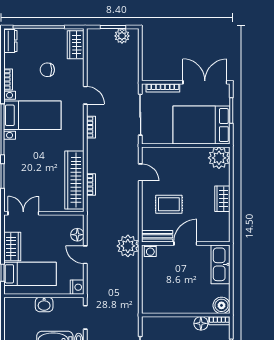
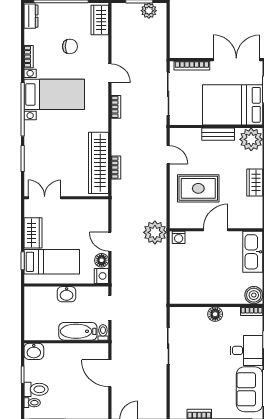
chair: (47, 70) -> (70, 46), turned 180
rug: (169, 204) -> (198, 188), width x1.36, depth x1.43
floor lamp: (77, 235) -> (102, 260), moved
bench: (157, 236) -> (218, 134), moved
floor lamp: (201, 323) -> (215, 314), moved

